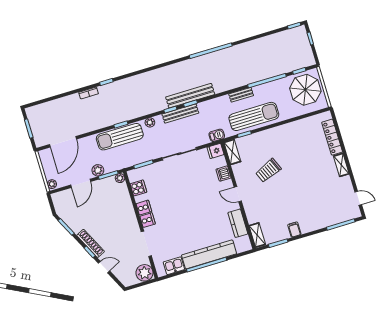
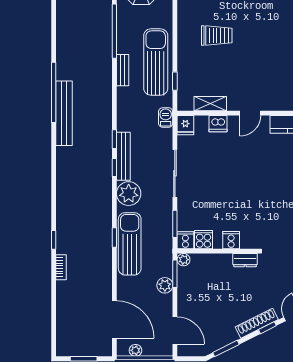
bench: (190, 96) -> (64, 113), moved
plant: (150, 122) -> (129, 194), width x1.87, depth x1.87
sun lounger: (120, 137) -> (130, 244), turned 180
shelving: (232, 152) -> (210, 104), moved
trolley: (268, 170) -> (217, 36), moved, turned -67
door: (81, 183) -> (175, 331), moved
plant: (52, 184) -> (135, 350), moved
cooker: (148, 220) -> (185, 240), moved
dresser: (133, 222) -> (245, 260), added

